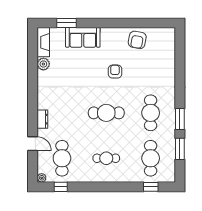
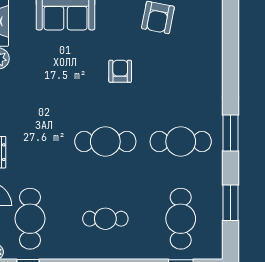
cafe table: (151, 113) -> (181, 142), turned 90
window: (180, 119) -> (230, 133), moved

